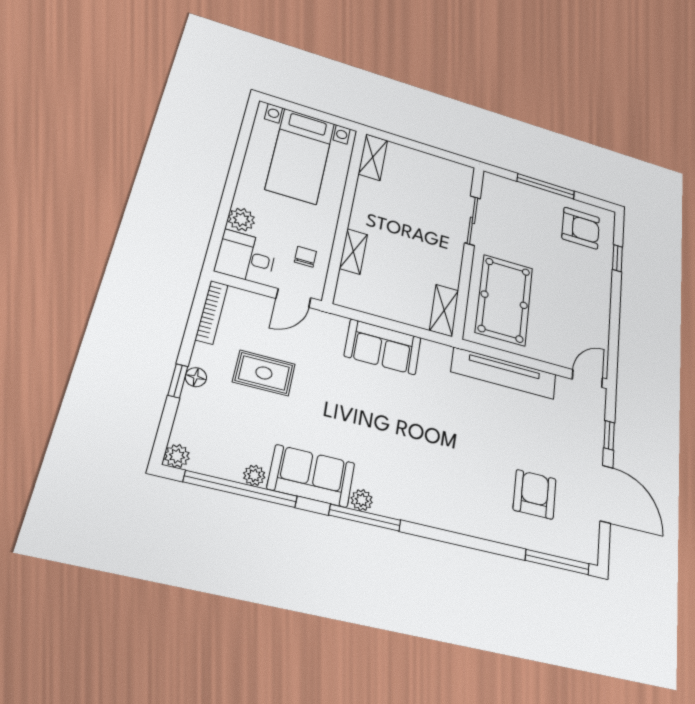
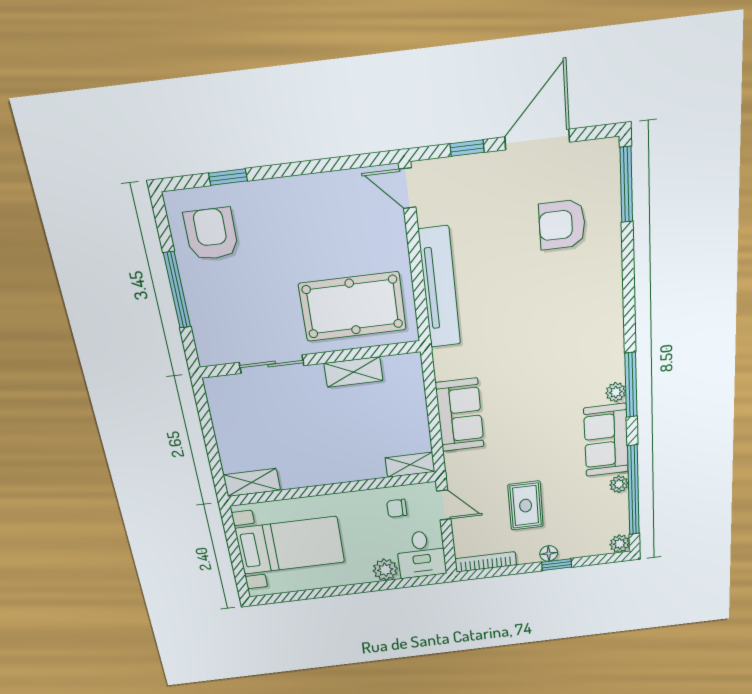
shelving: (353, 251) -> (410, 465), moved
shelving: (444, 310) -> (353, 372), moved

